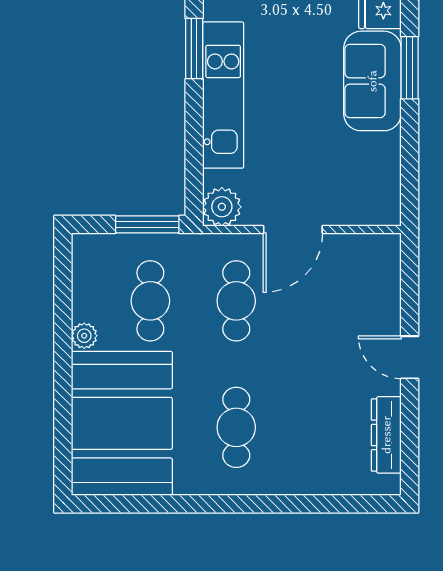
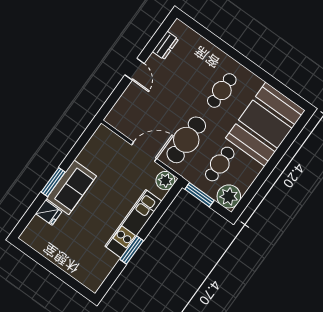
cafe table: (236, 301) -> (186, 140), width x1.37, depth x1.35
plant: (84, 336) -> (229, 196), moved, width x1.88, depth x1.88
dresser: (386, 435) -> (165, 45), width x0.70

